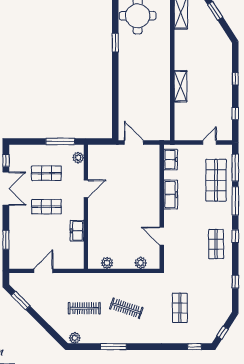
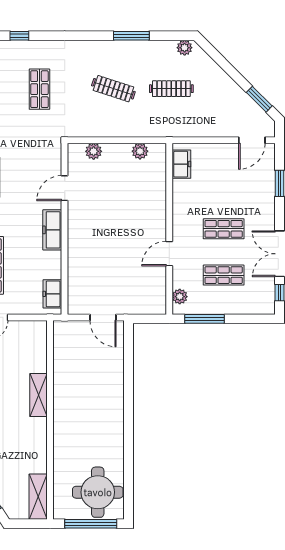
window: (115, 43) -> (128, 455), removed
freezer: (171, 195) -> (52, 230), moved
freezer: (77, 231) -> (181, 164), moved
door: (162, 236) -> (65, 188), swing flipped
door: (43, 271) -> (252, 140), moved

